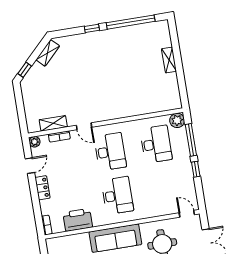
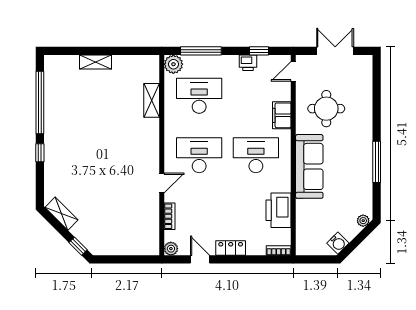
shelving: (53, 123) -> (152, 100), moved
window: (196, 169) -> (259, 51), moved
printer: (188, 178) -> (248, 63), added
filing cabinet: (151, 210) -> (282, 115), added

